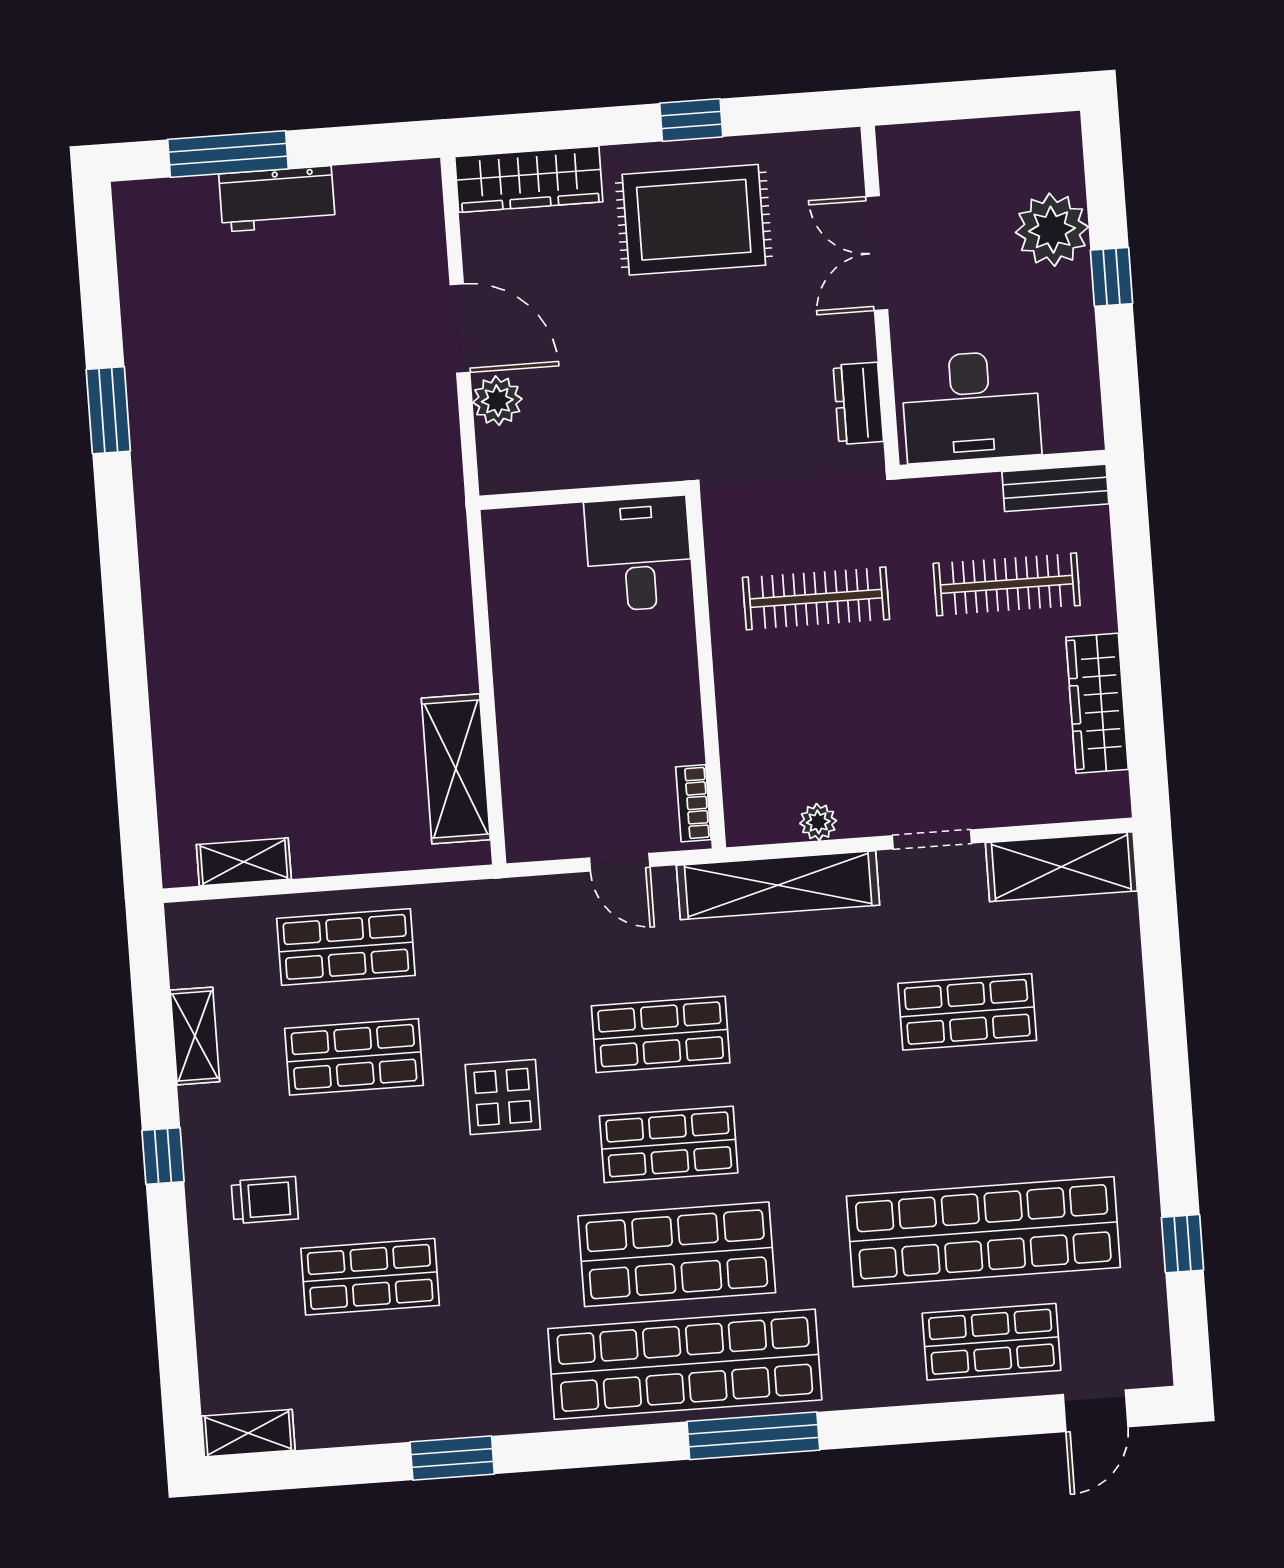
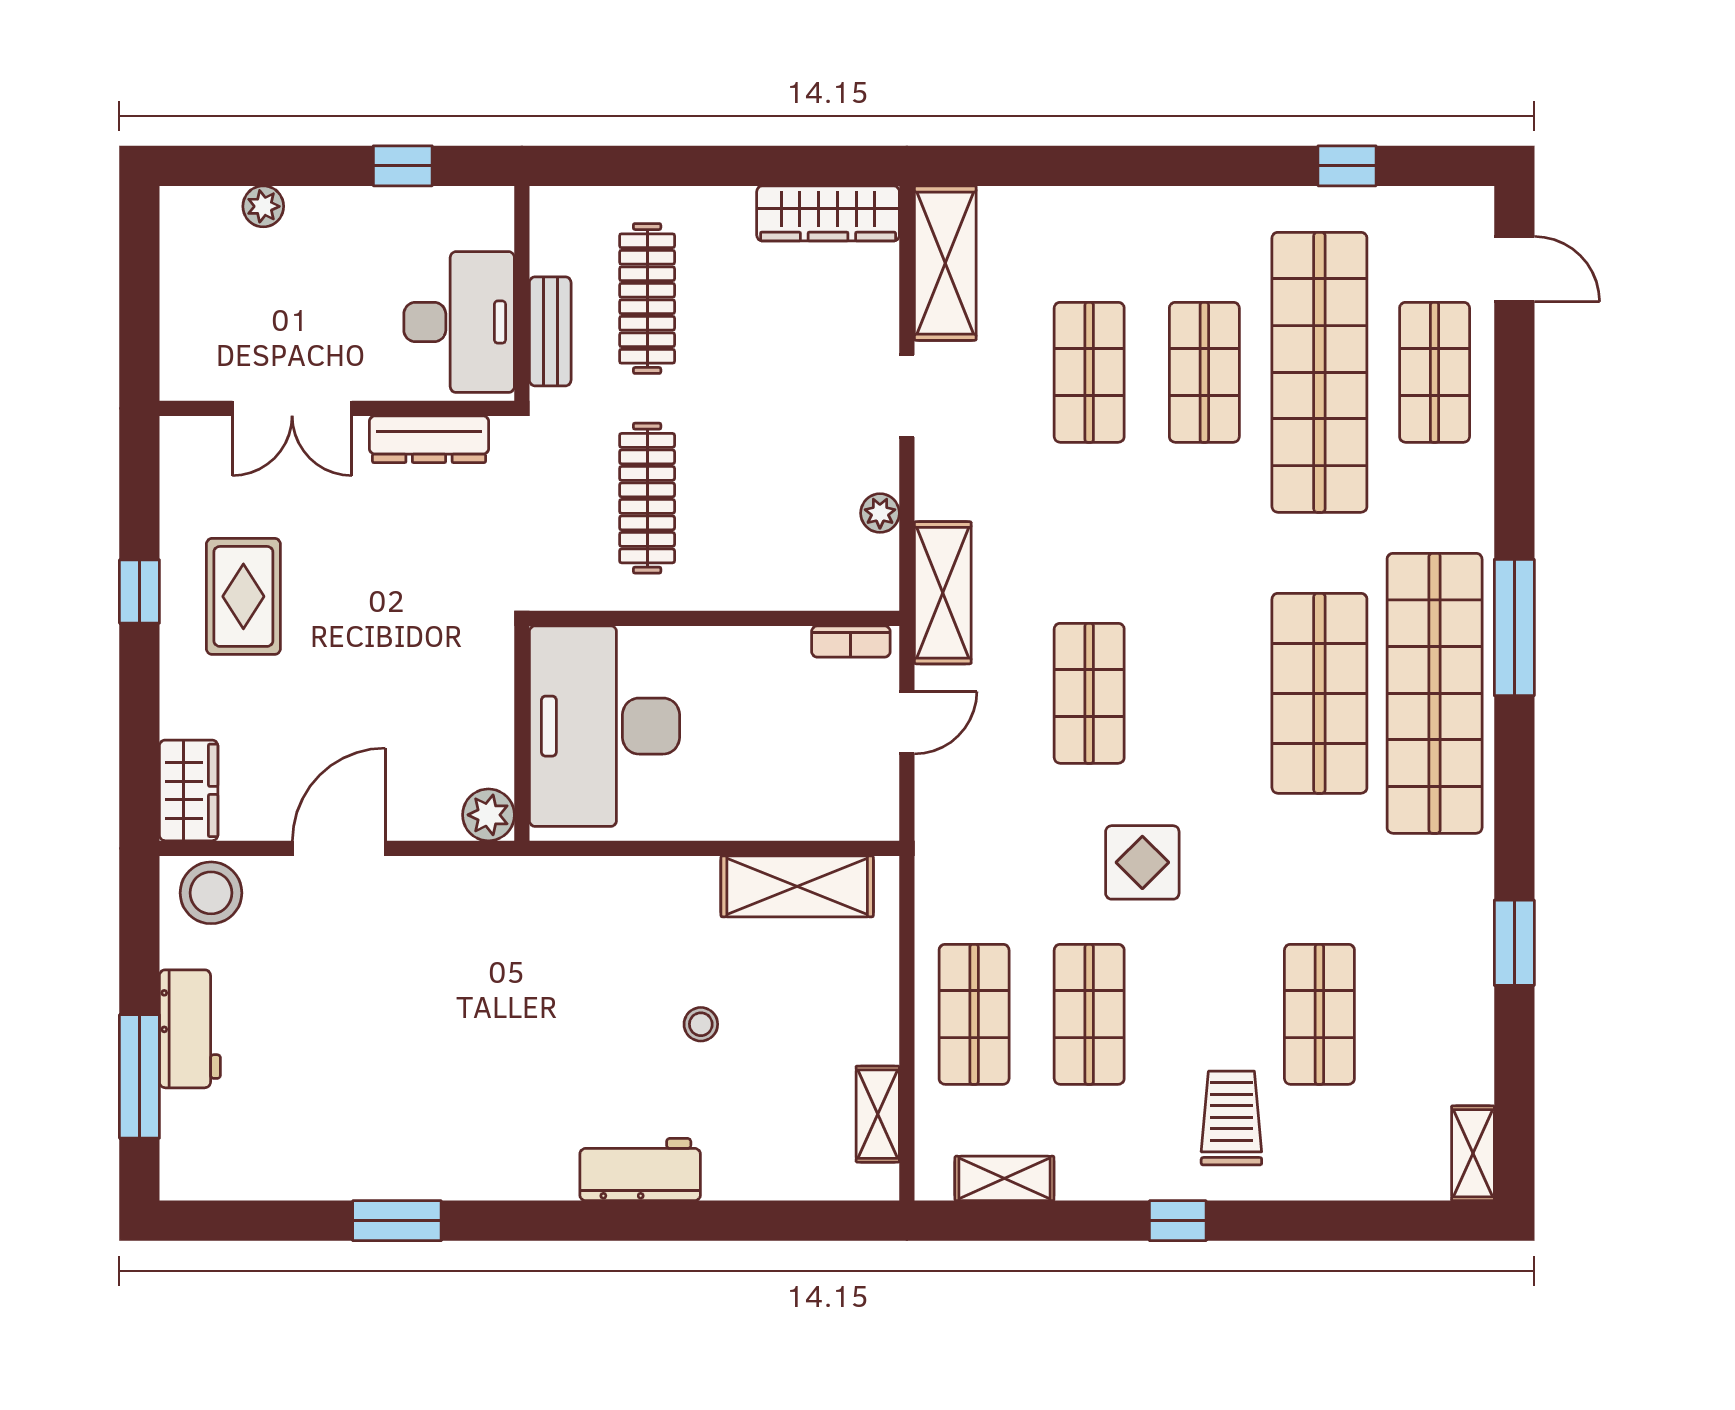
wardrobe: (529, 179) -> (189, 790), width x0.67
stool: (408, 210) -> (211, 893), added
rug: (694, 220) -> (243, 596), width x0.73, depth x0.70
plant: (1052, 230) -> (263, 206), width x0.53, depth x0.53
window: (1111, 277) -> (403, 166), moved
plant: (497, 401) -> (488, 815), moved
dresser: (858, 403) -> (429, 439), width x1.44
bench: (1055, 488) -> (550, 331), moved
desk: (639, 554) -> (604, 726), width x1.87, depth x1.30
workbench: (174, 639) -> (640, 1170), added
stool: (317, 687) -> (701, 1024), added
wardrobe: (1097, 703) -> (828, 213), moved
shelving: (778, 885) -> (943, 593), width x0.68
shelving: (195, 1036) -> (1004, 1178), moved
shop shelf: (669, 1144) -> (1204, 372), moved
trolley: (265, 1200) -> (1231, 1118), width x1.36, depth x1.39

